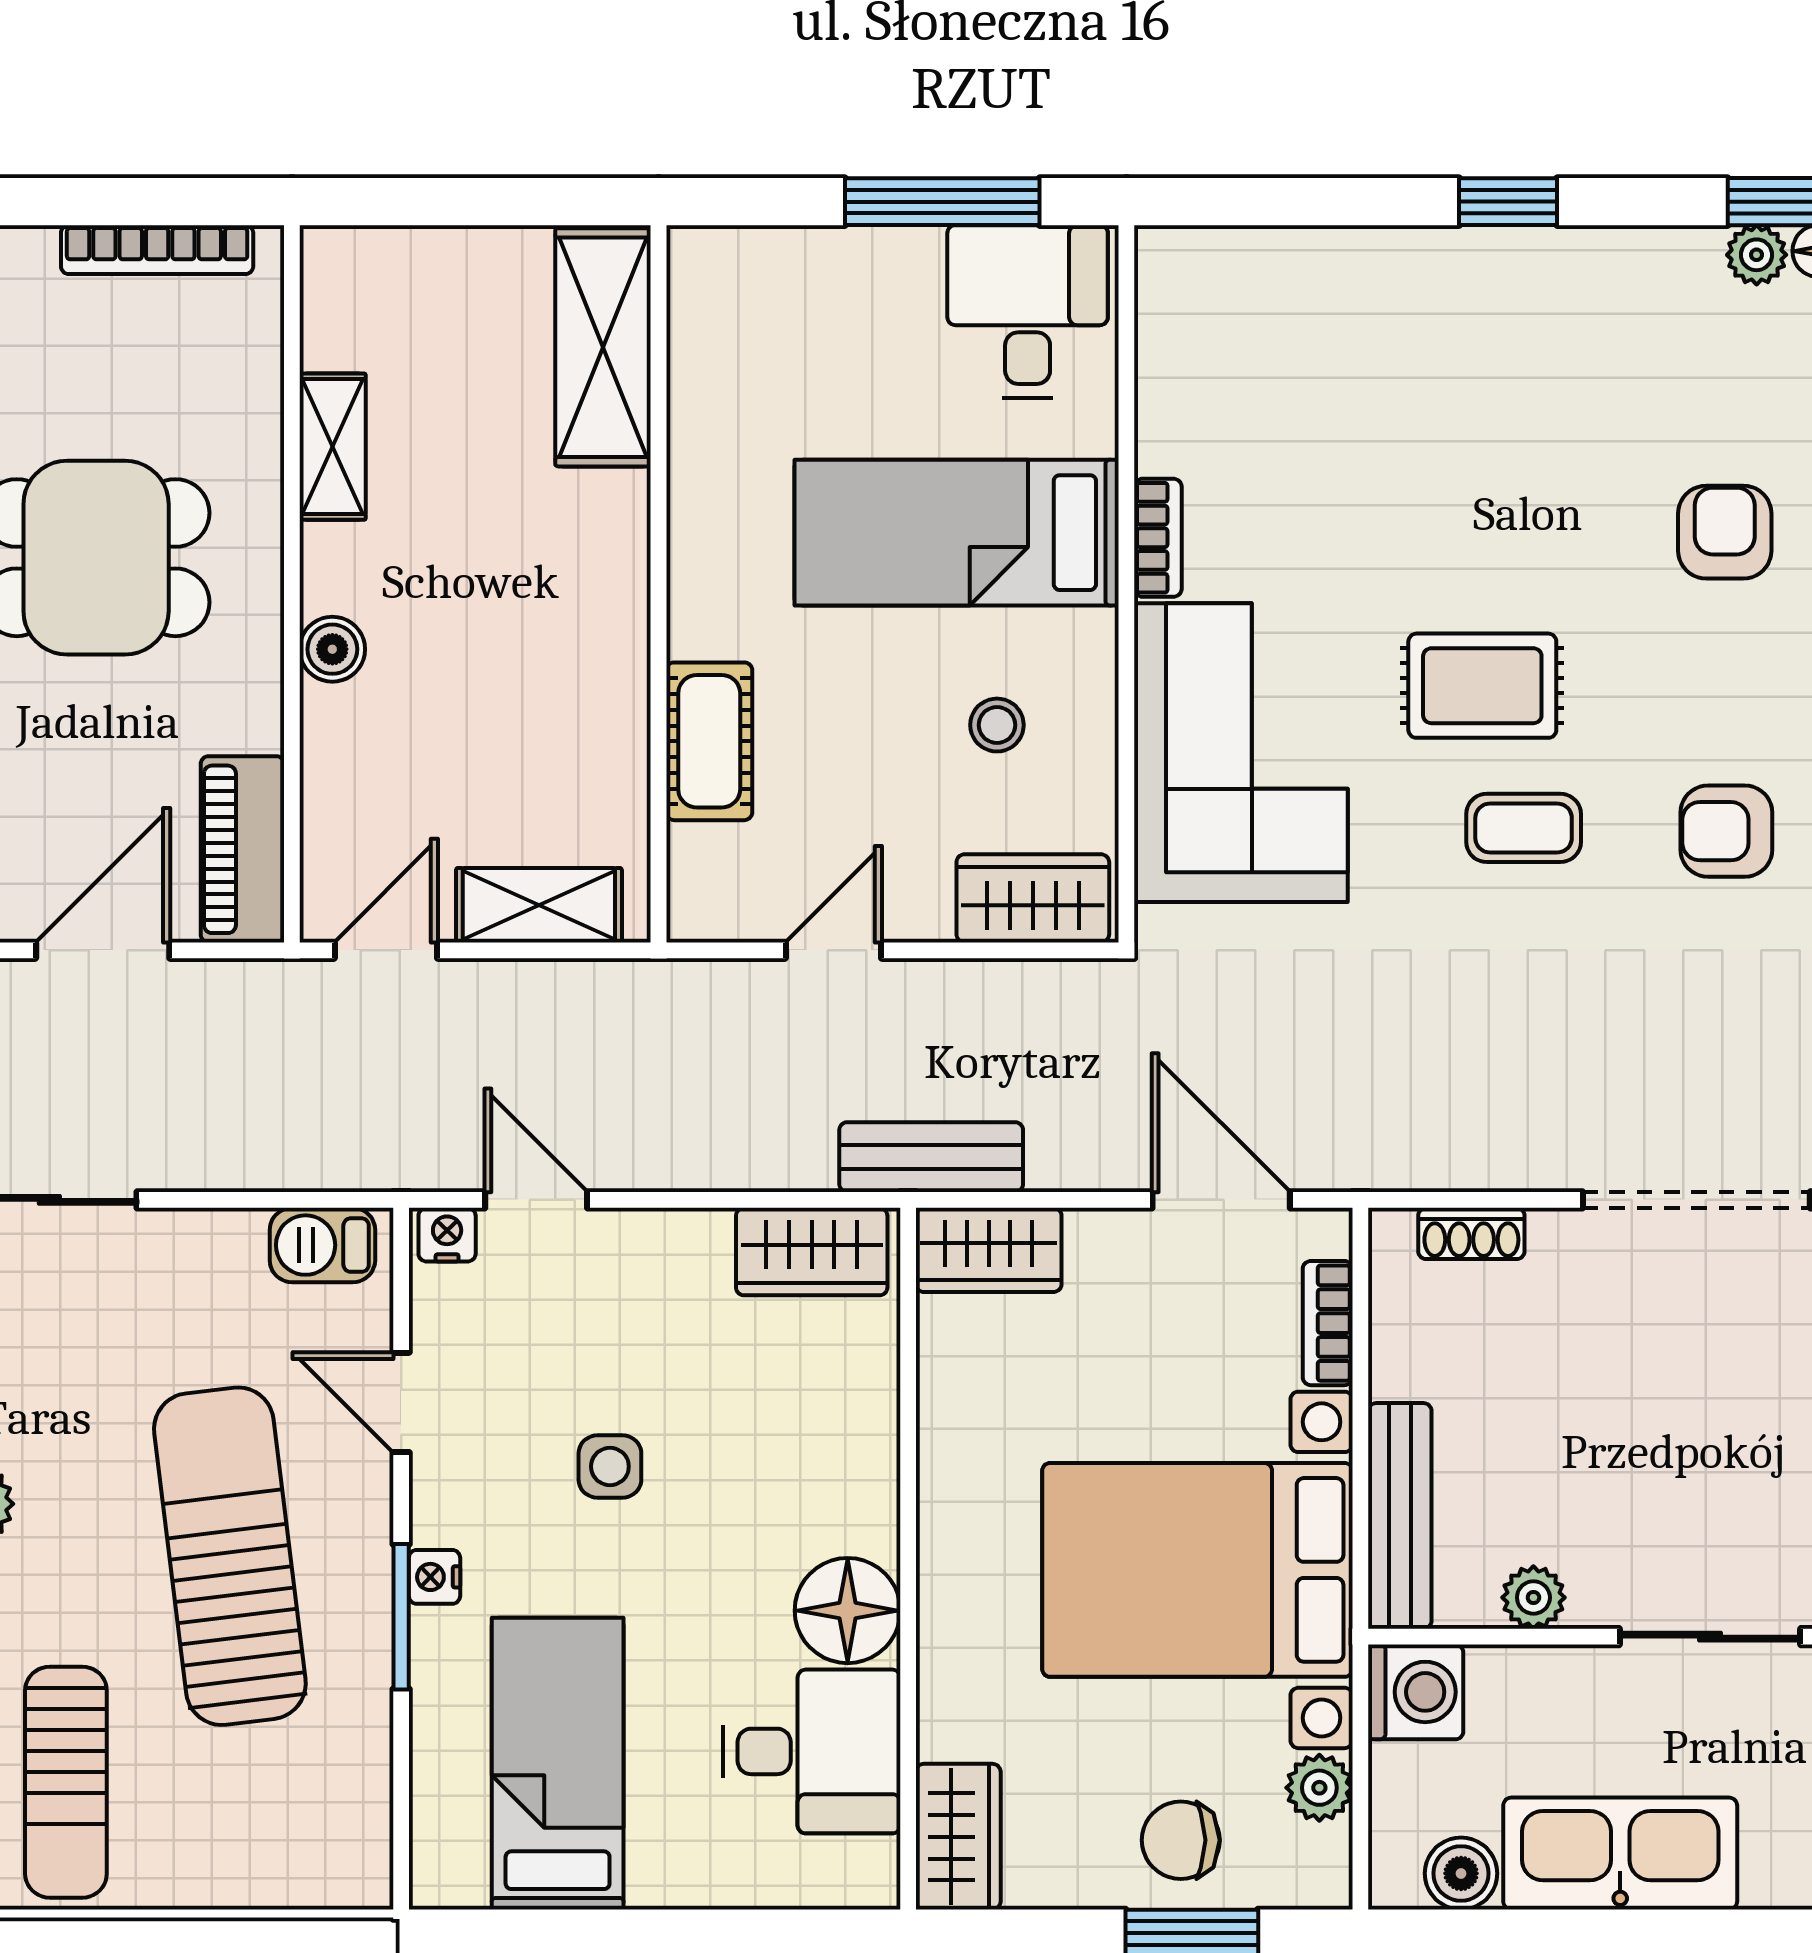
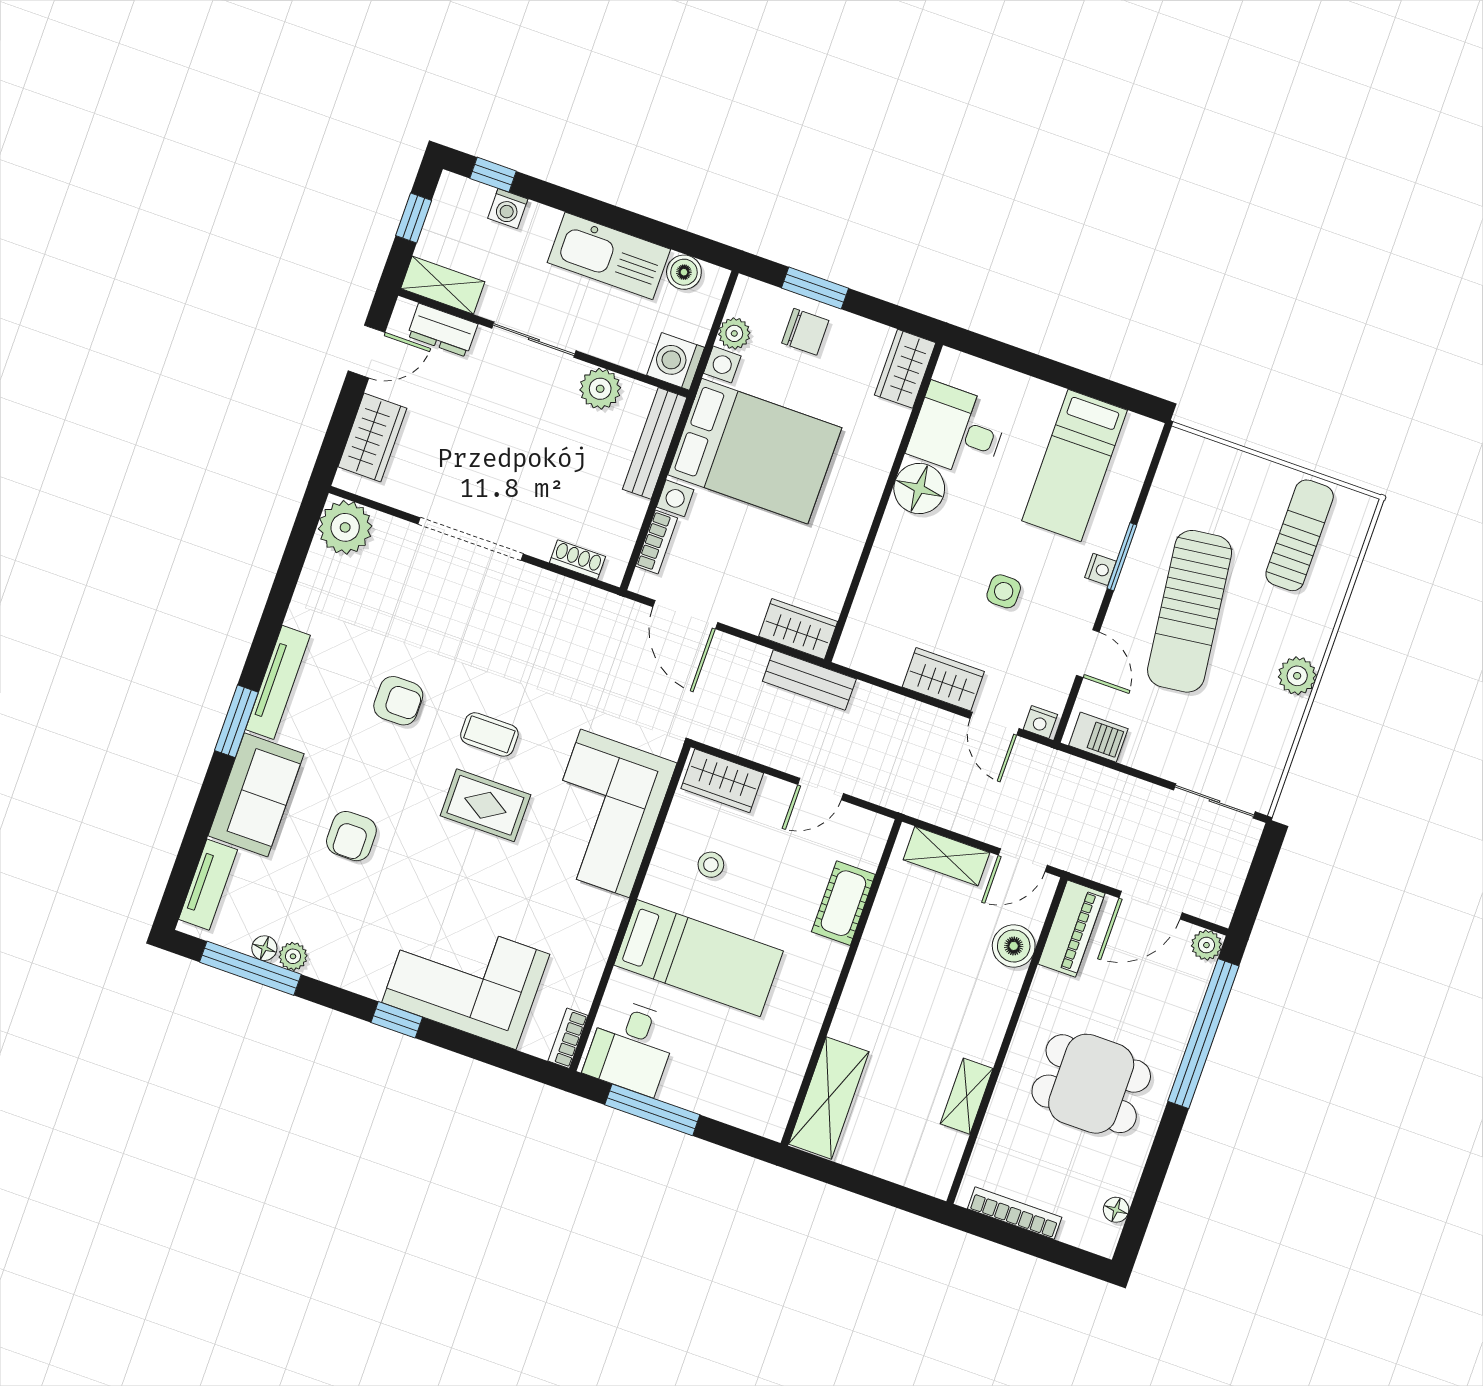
corner sofa: (1401, 331) -> (466, 978), added
bookcase: (1158, 538) -> (568, 1038), moved
boiler: (332, 649) -> (1014, 946), moved, width x1.36, depth x1.36
wardrobe: (812, 1252) -> (943, 679), moved
plant: (1533, 1597) -> (600, 389), width x1.38, depth x1.38

